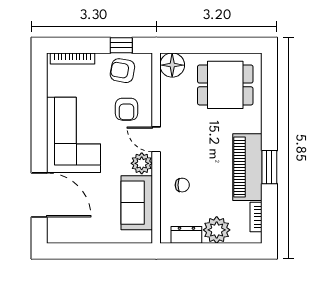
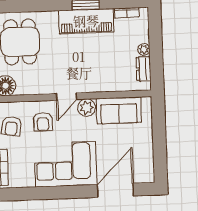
armchair: (127, 109) -> (43, 122), turned 90
chair: (182, 185) -> (103, 74), removed
plant: (217, 230) -> (144, 49), width x0.53, depth x0.53

